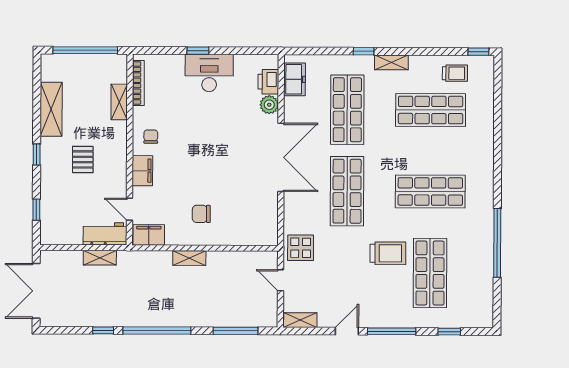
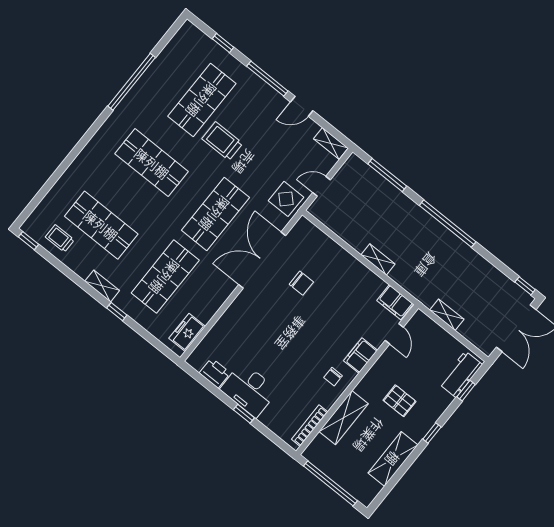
printer: (268, 82) -> (215, 373), moved, turned -90
shelving: (119, 102) -> (344, 418), width x1.50, depth x1.33
plant: (269, 105) -> (222, 328), removed
double door: (281, 157) -> (262, 260), moved
pallet: (83, 159) -> (400, 401), turned 90
chair: (201, 214) -> (301, 283), moved
workbench: (105, 234) -> (461, 374), moved, turned 90
door: (281, 280) -> (321, 186), swing flipped
window: (103, 330) -> (525, 286), moved

